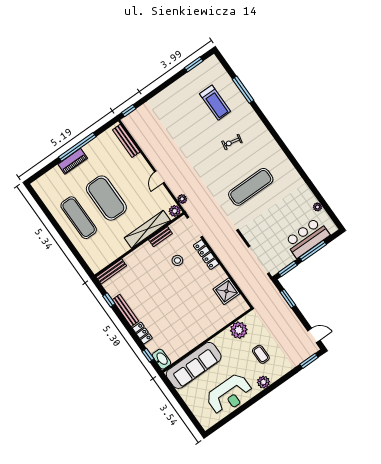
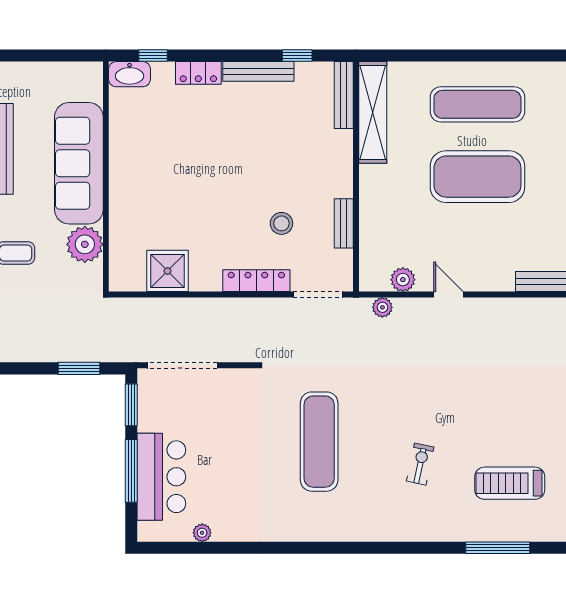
plant: (175, 211) -> (403, 280), moved
shelving: (147, 229) -> (373, 112), moved
sofa: (194, 365) -> (79, 163), moved

